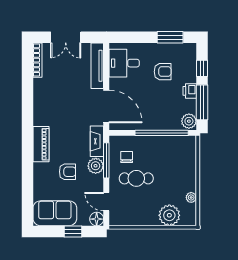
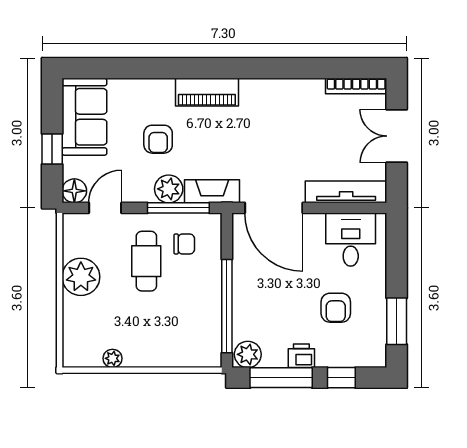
door: (106, 107) -> (274, 208), hinge flipped
plant: (169, 215) -> (81, 277), moved

